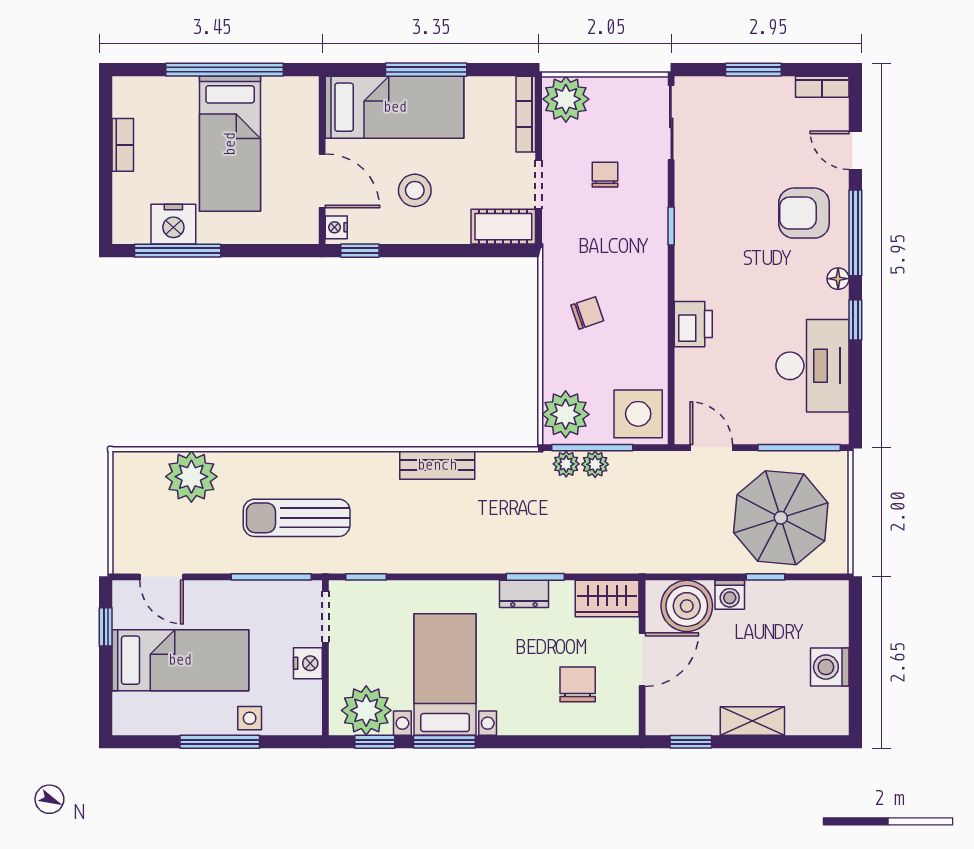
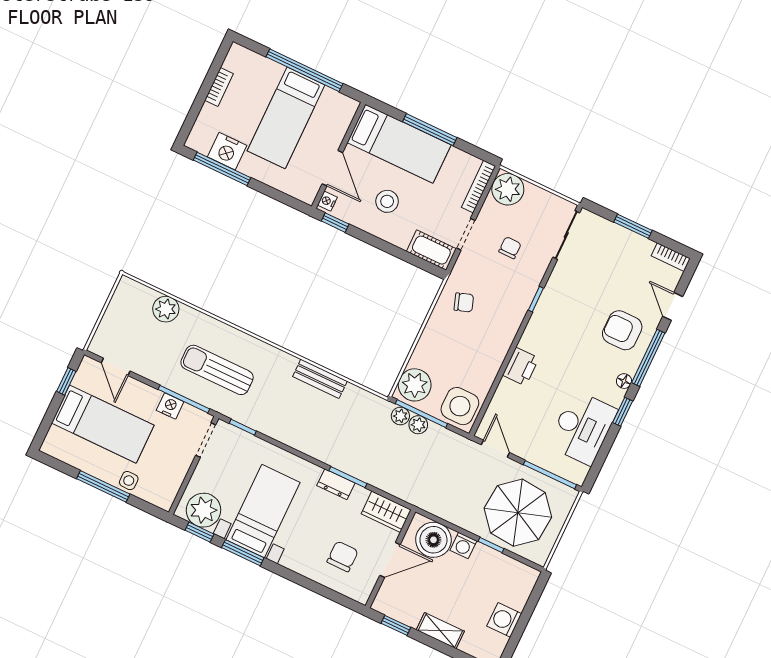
chair: (587, 313) -> (464, 302), moved
plant: (191, 477) -> (166, 309), width x0.73, depth x0.73
nightstand: (308, 663) -> (170, 406), moved, turned -90

